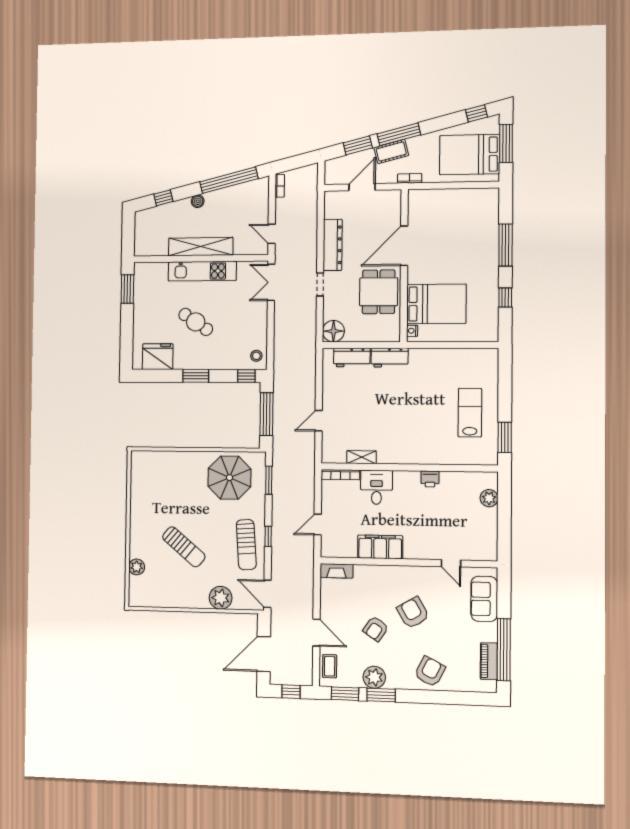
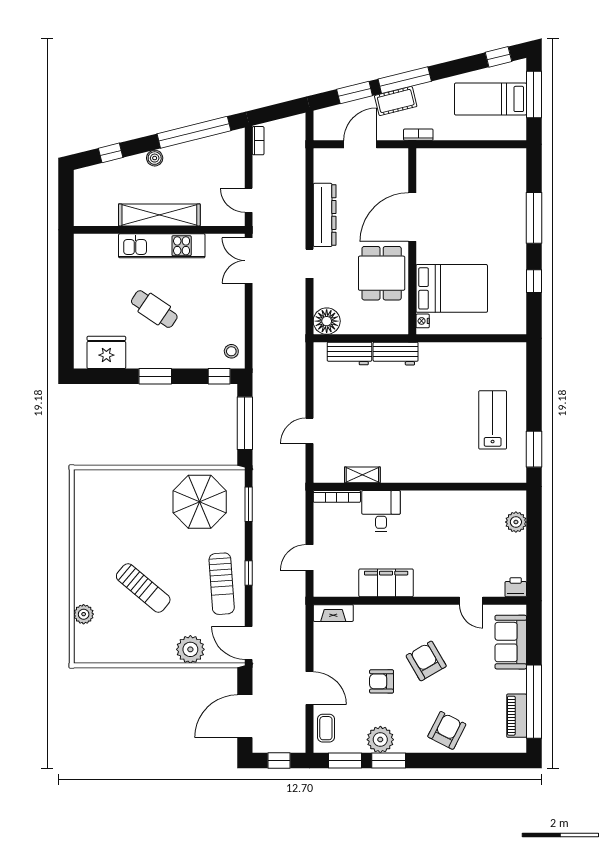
bed: (470, 155) -> (491, 99), width x0.67
window: (127, 289) -> (66, 267), removed
printer: (430, 479) -> (516, 587), moved, turned 180
armchair: (376, 629) -> (382, 681), turned 56

